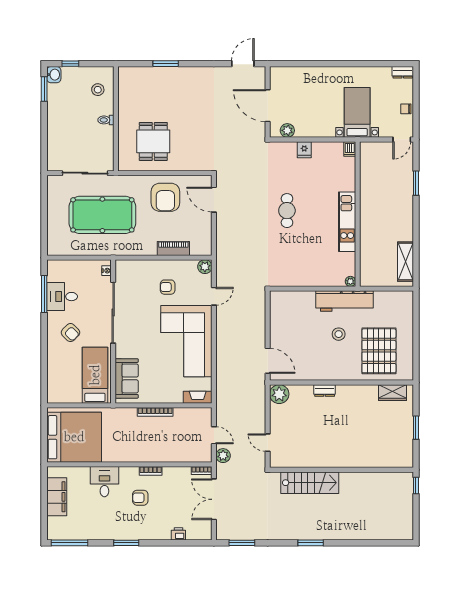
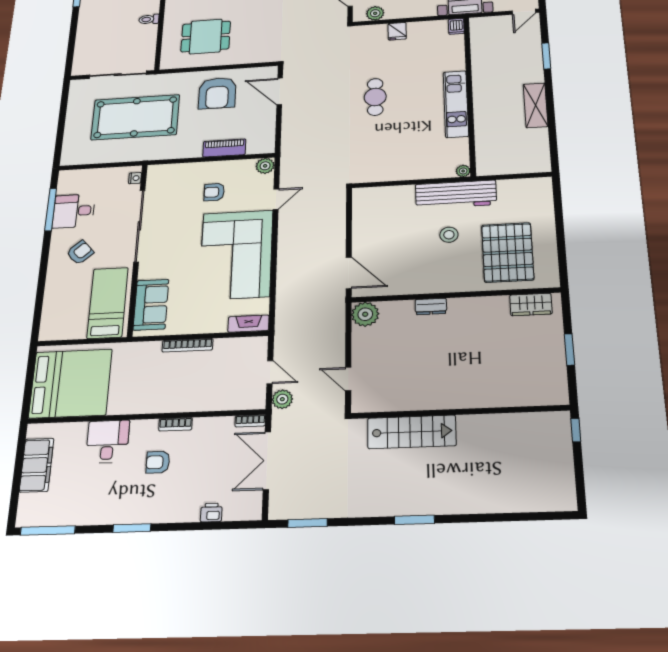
dining table: (153, 141) -> (206, 37), turned 90
shelving: (405, 262) -> (536, 105), moved
armchair: (70, 333) -> (80, 252), turned -86

